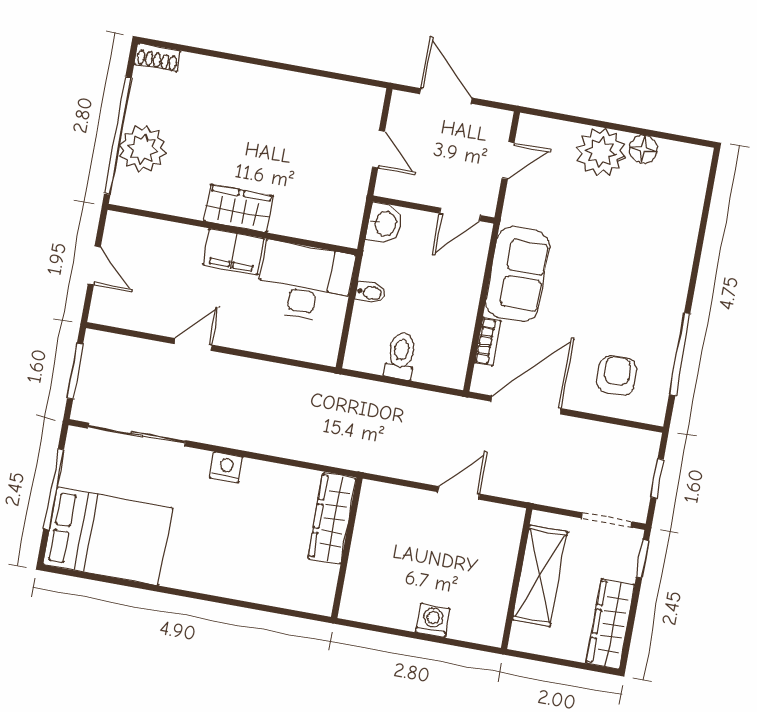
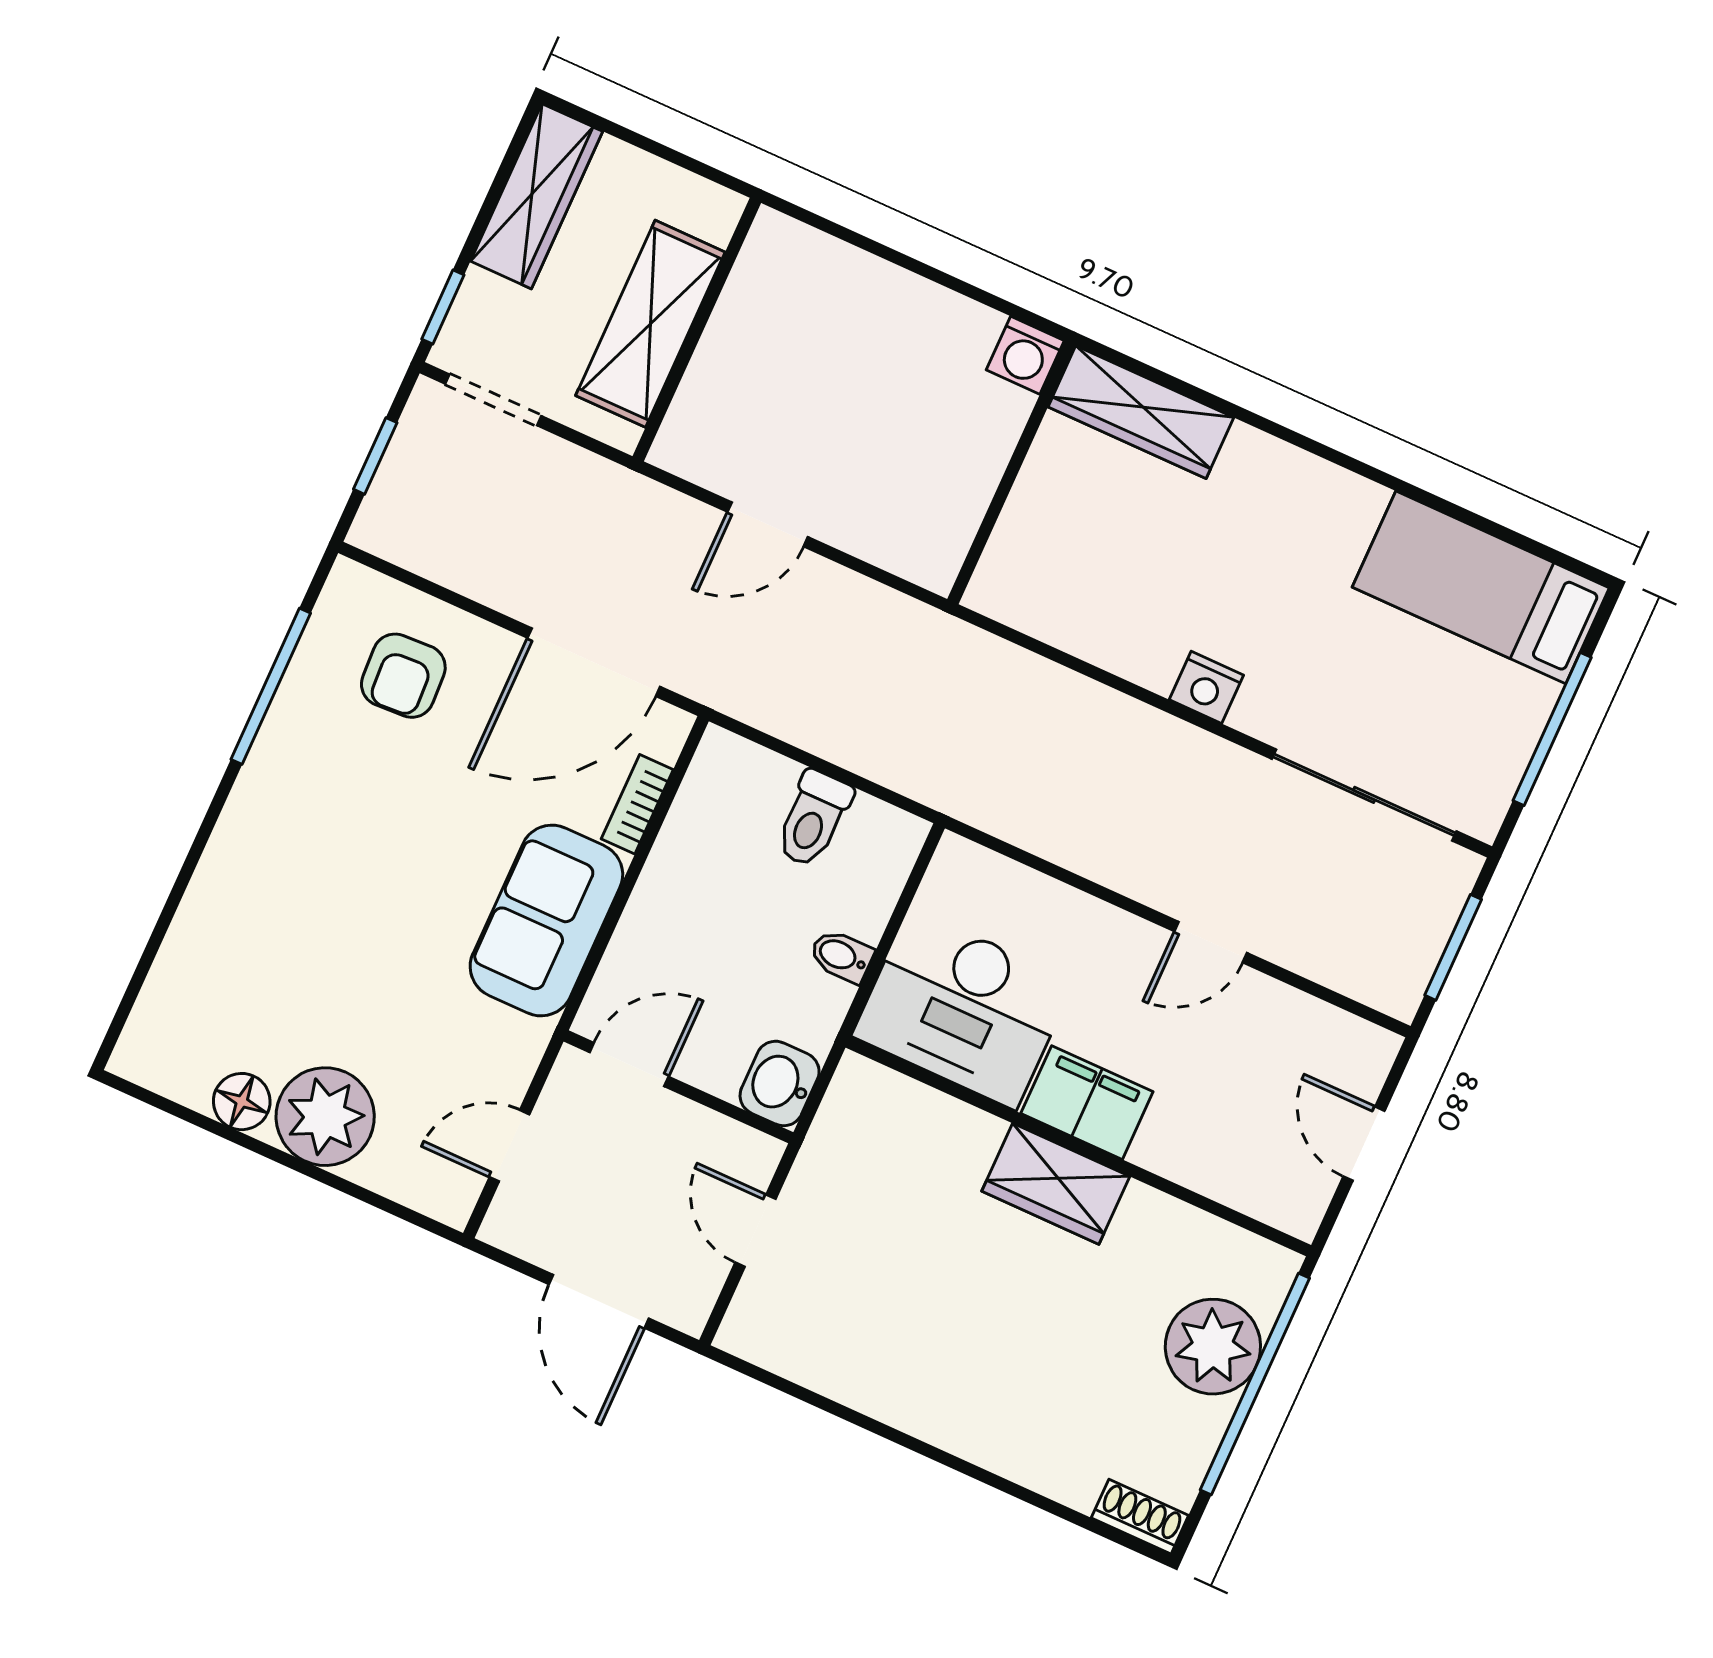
wardrobe: (332, 518) -> (1141, 412), moved, turned 90
bed: (108, 536) -> (1481, 587), width x0.67
washing machine: (433, 620) -> (1025, 355), moved

